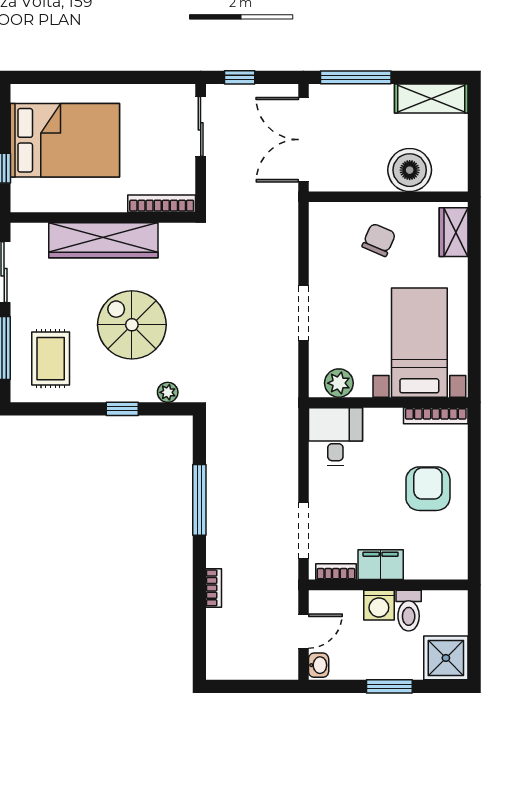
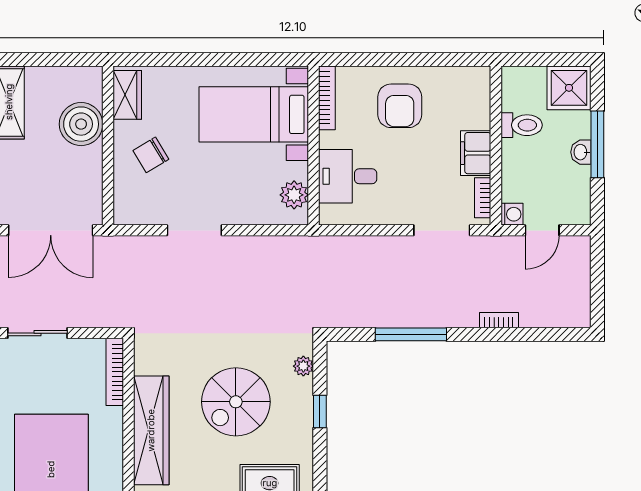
wardrobe: (454, 232) -> (127, 95), moved, turned -90
chair: (379, 240) -> (151, 155), turned -54
doorway: (303, 313) -> (194, 230), moved
desk: (335, 437) -> (348, 176), moved
armchair: (428, 489) -> (400, 106), turned -90
washing machine: (379, 605) -> (512, 214), moved, width x0.73, depth x0.73
door: (303, 631) -> (542, 230), swing flipped
washbasin: (319, 665) -> (581, 152), moved, turned -90
window: (389, 686) -> (597, 144), width x1.44

